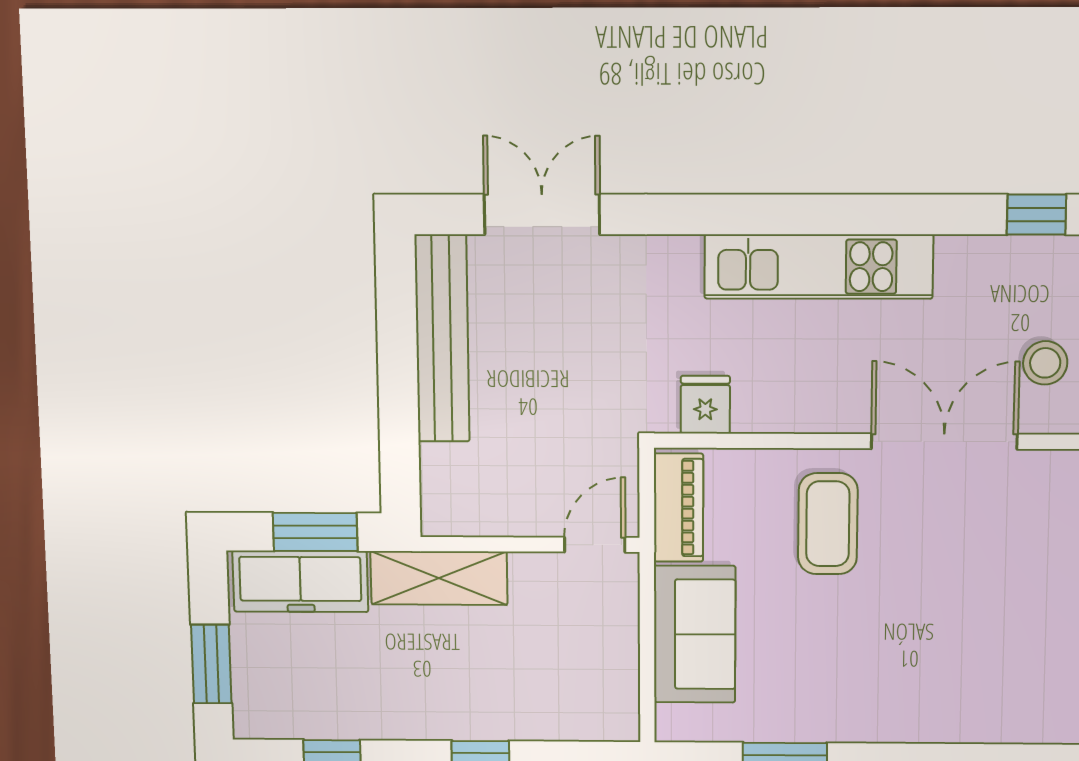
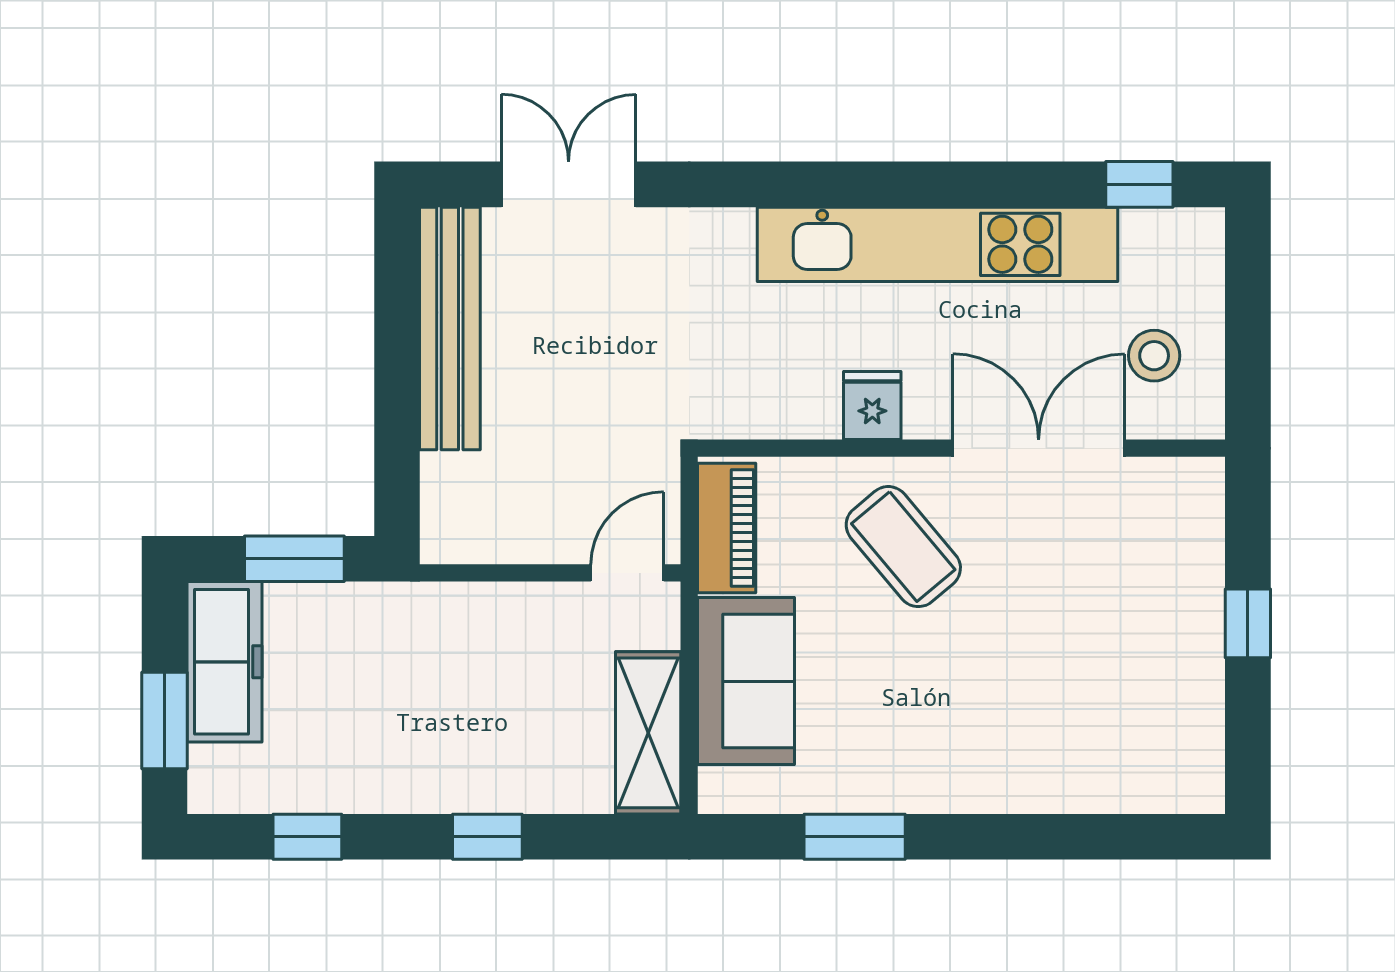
kitchen unit: (819, 267) -> (937, 244), width x1.36
fridge: (705, 405) -> (872, 405), moved
coffee table: (828, 524) -> (903, 547), turned -40
shelving: (439, 578) -> (648, 733), moved, turned 90
freezer: (300, 581) -> (224, 662), moved, turned -90

